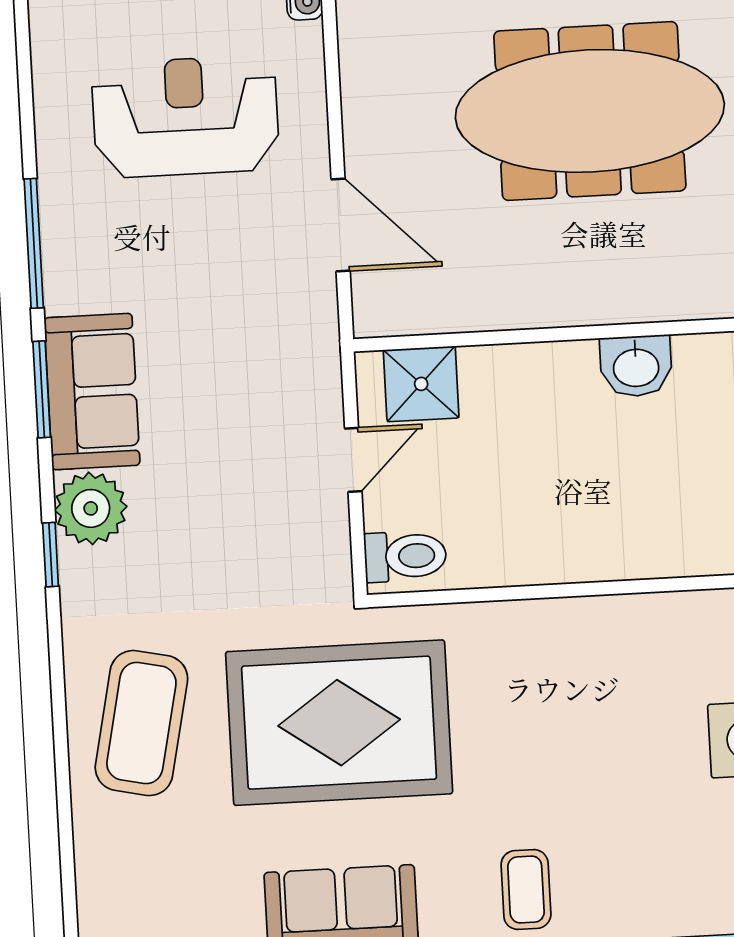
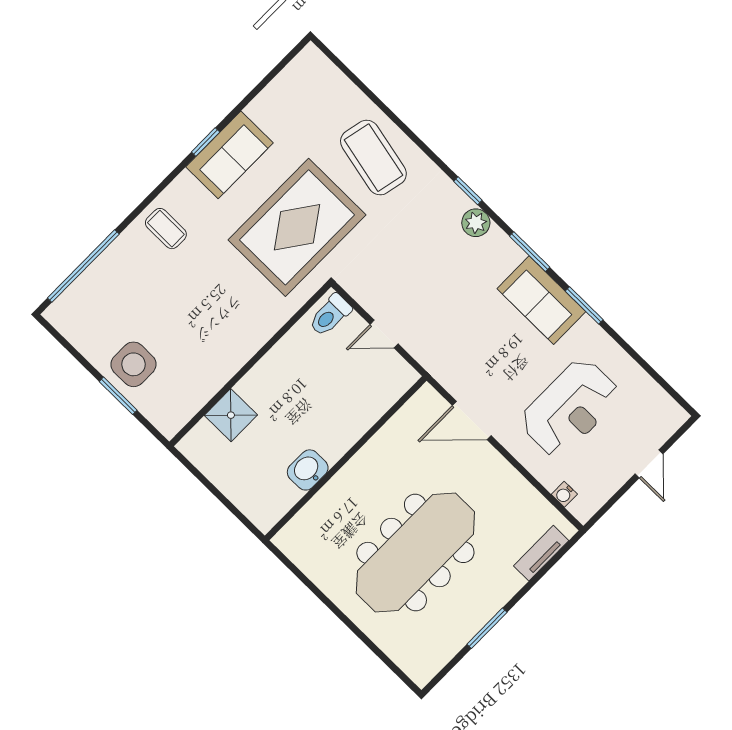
window: (34, 243) -> (584, 305), width x0.69
shower: (421, 384) -> (231, 415), moved
sofa: (92, 392) -> (541, 300), moved
door: (353, 460) -> (384, 334), hinge flipped
plant: (91, 508) -> (476, 223), width x0.73, depth x0.73

